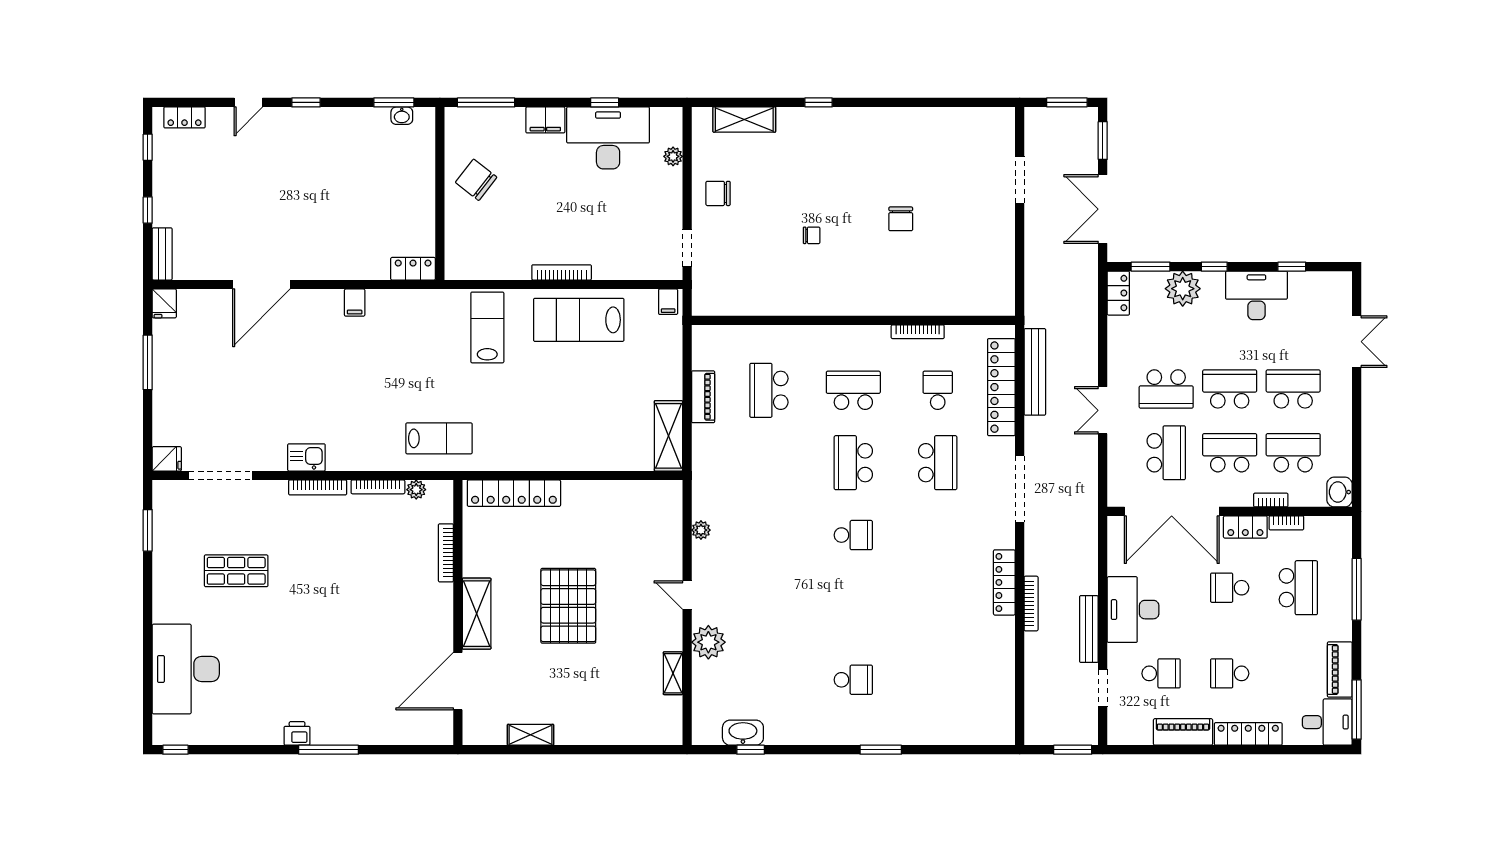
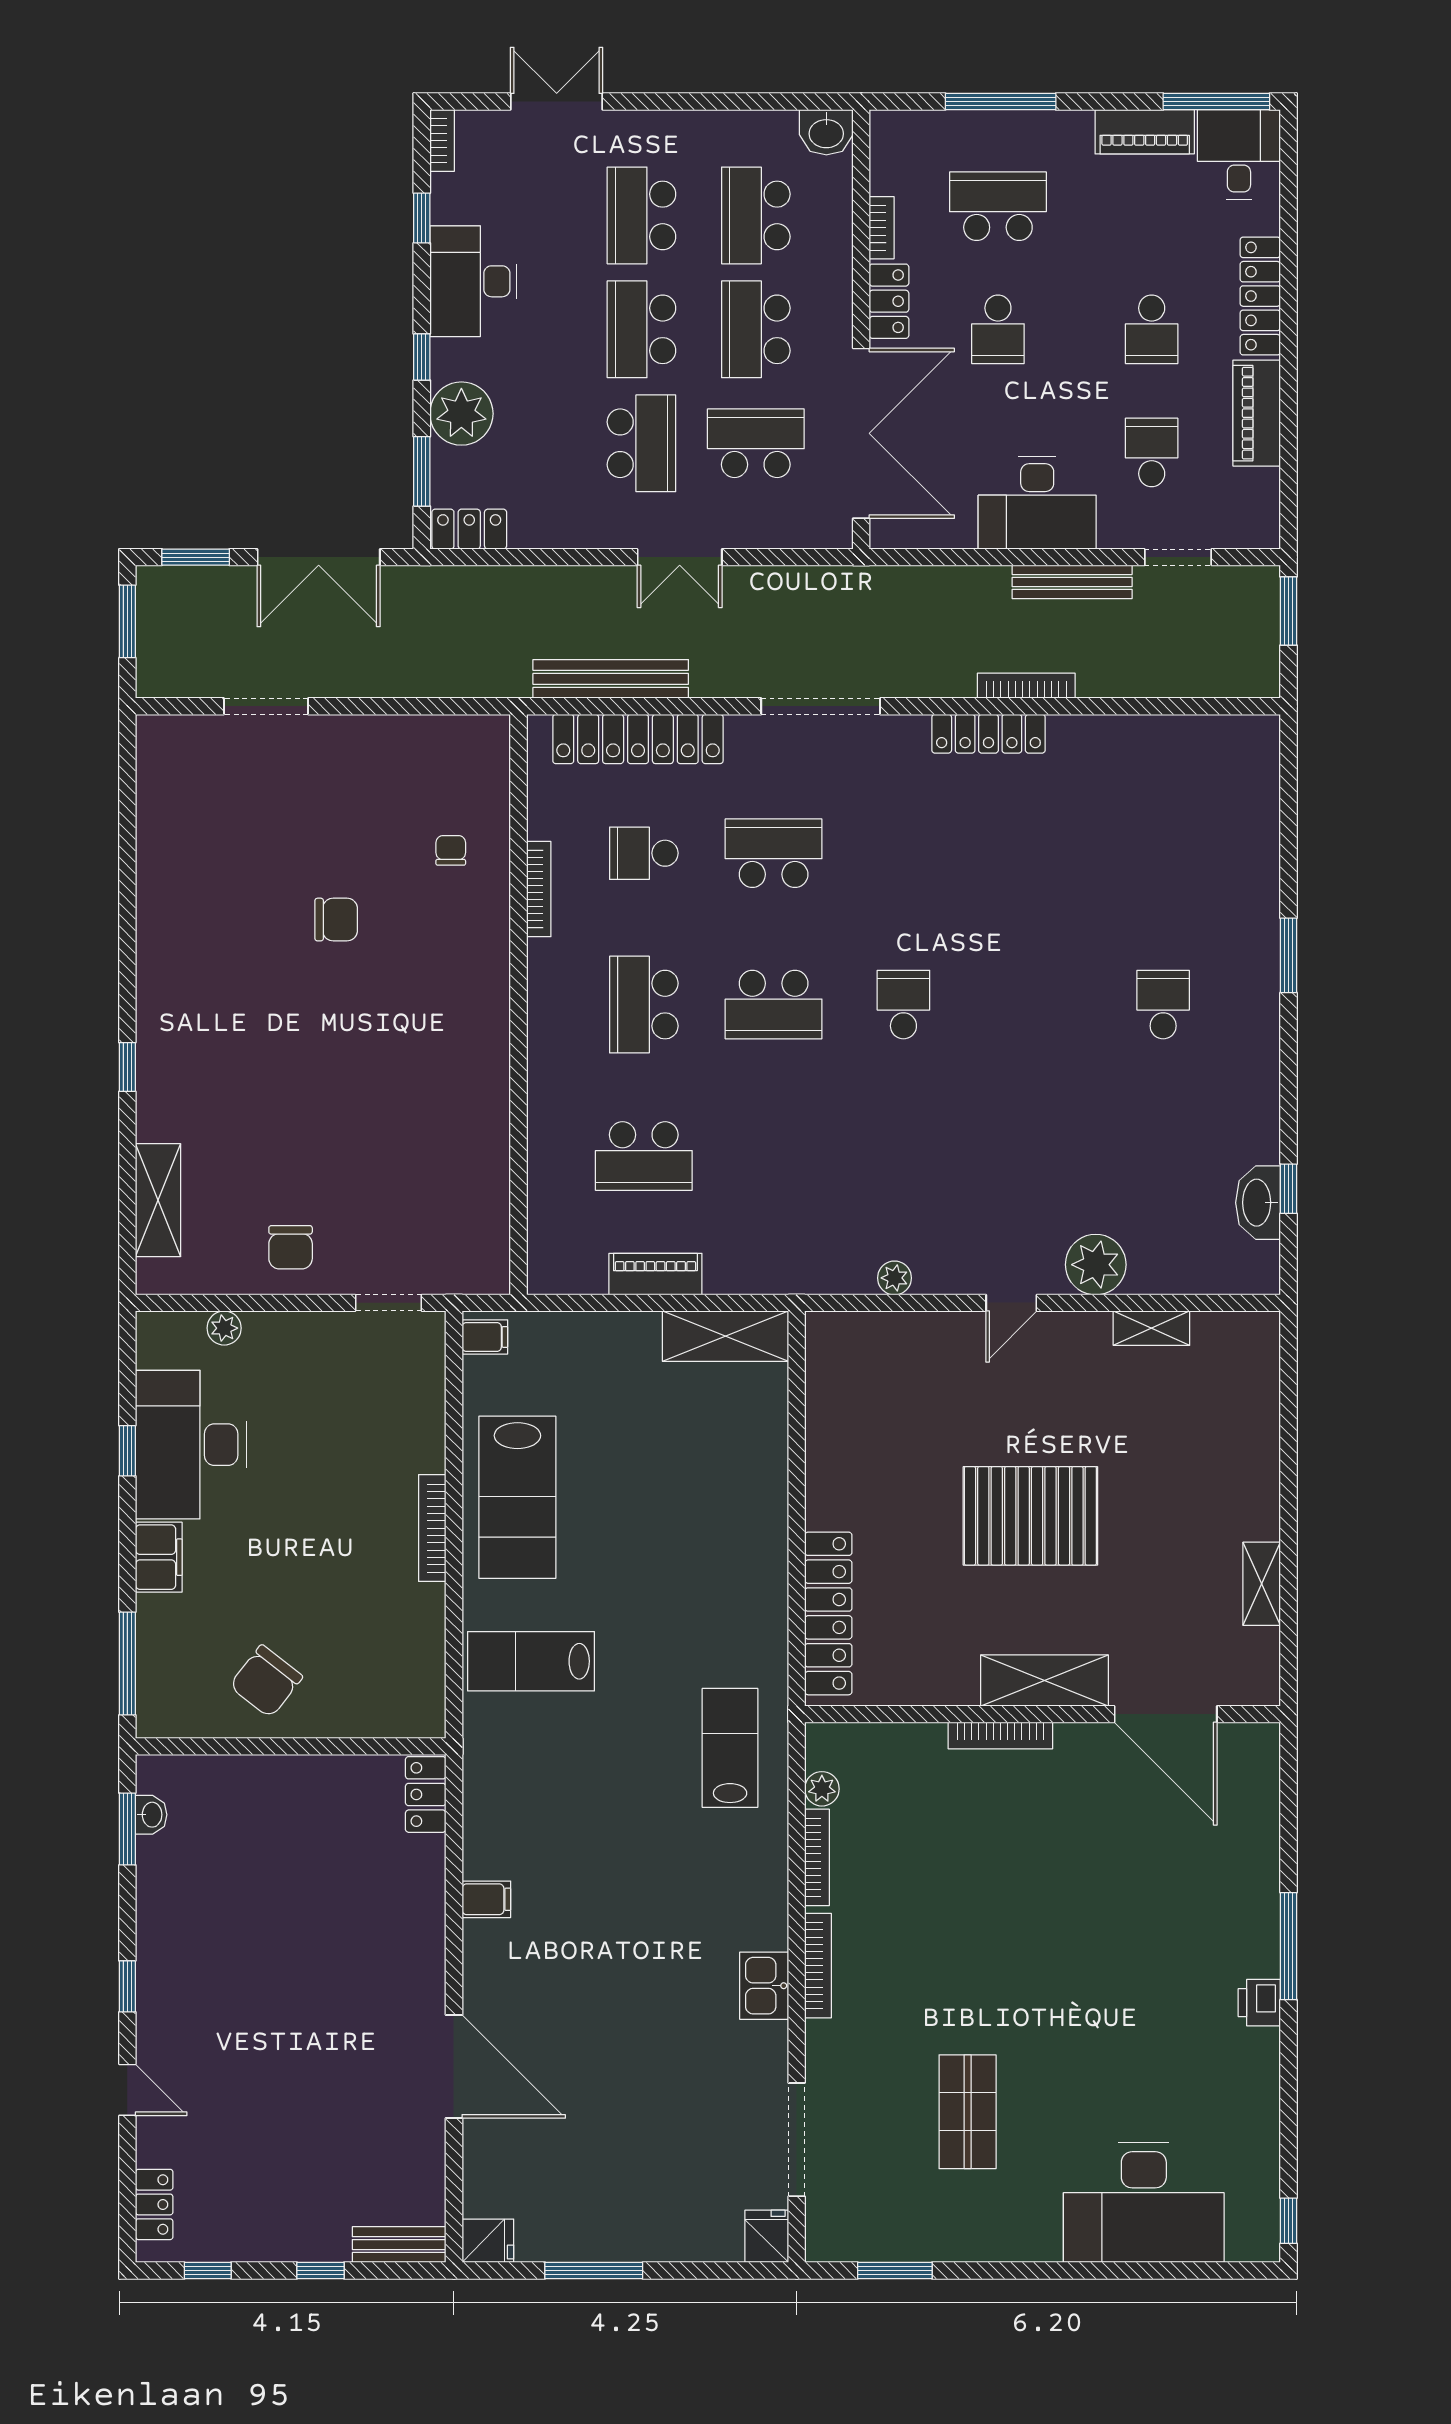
chair: (812, 235) -> (451, 850), moved
bookcase: (1271, 500) -> (442, 140), moved, turned 180
bookcase: (446, 553) -> (1000, 1736), moved

